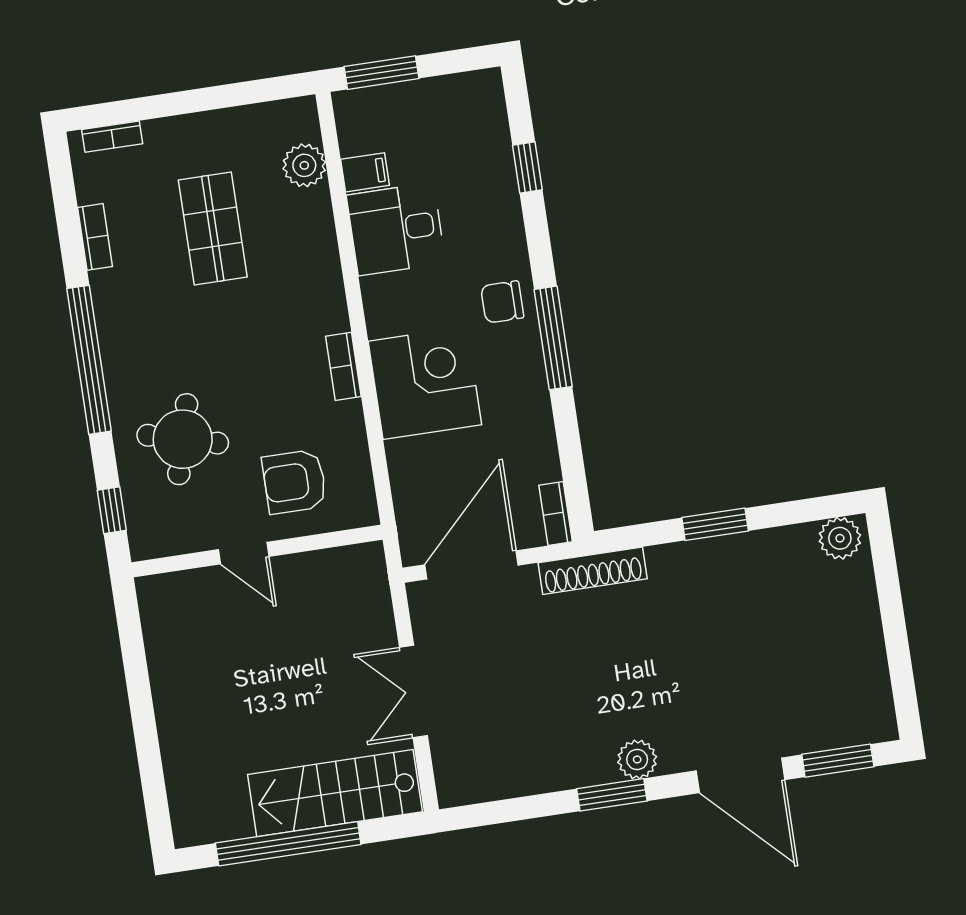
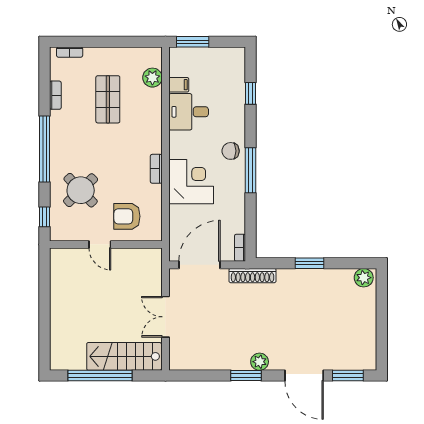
round table: (183, 439) -> (81, 190), turned 31

